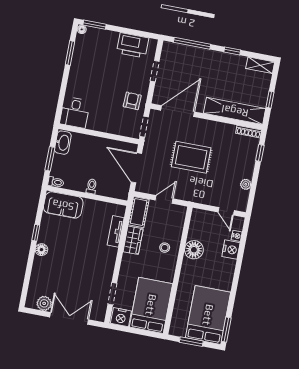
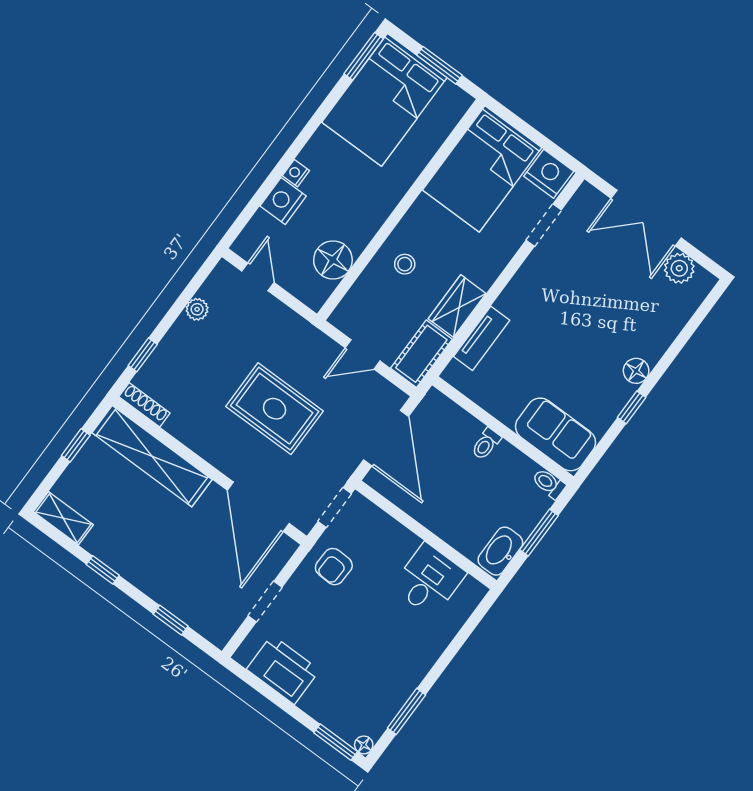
window: (192, 43) -> (171, 620), width x0.46
door: (178, 111) -> (258, 507), hinge flipped
desk: (75, 112) -> (429, 580), moved
nightstand: (237, 236) -> (296, 173), moved
floor lamp: (194, 250) -> (333, 260), moved

